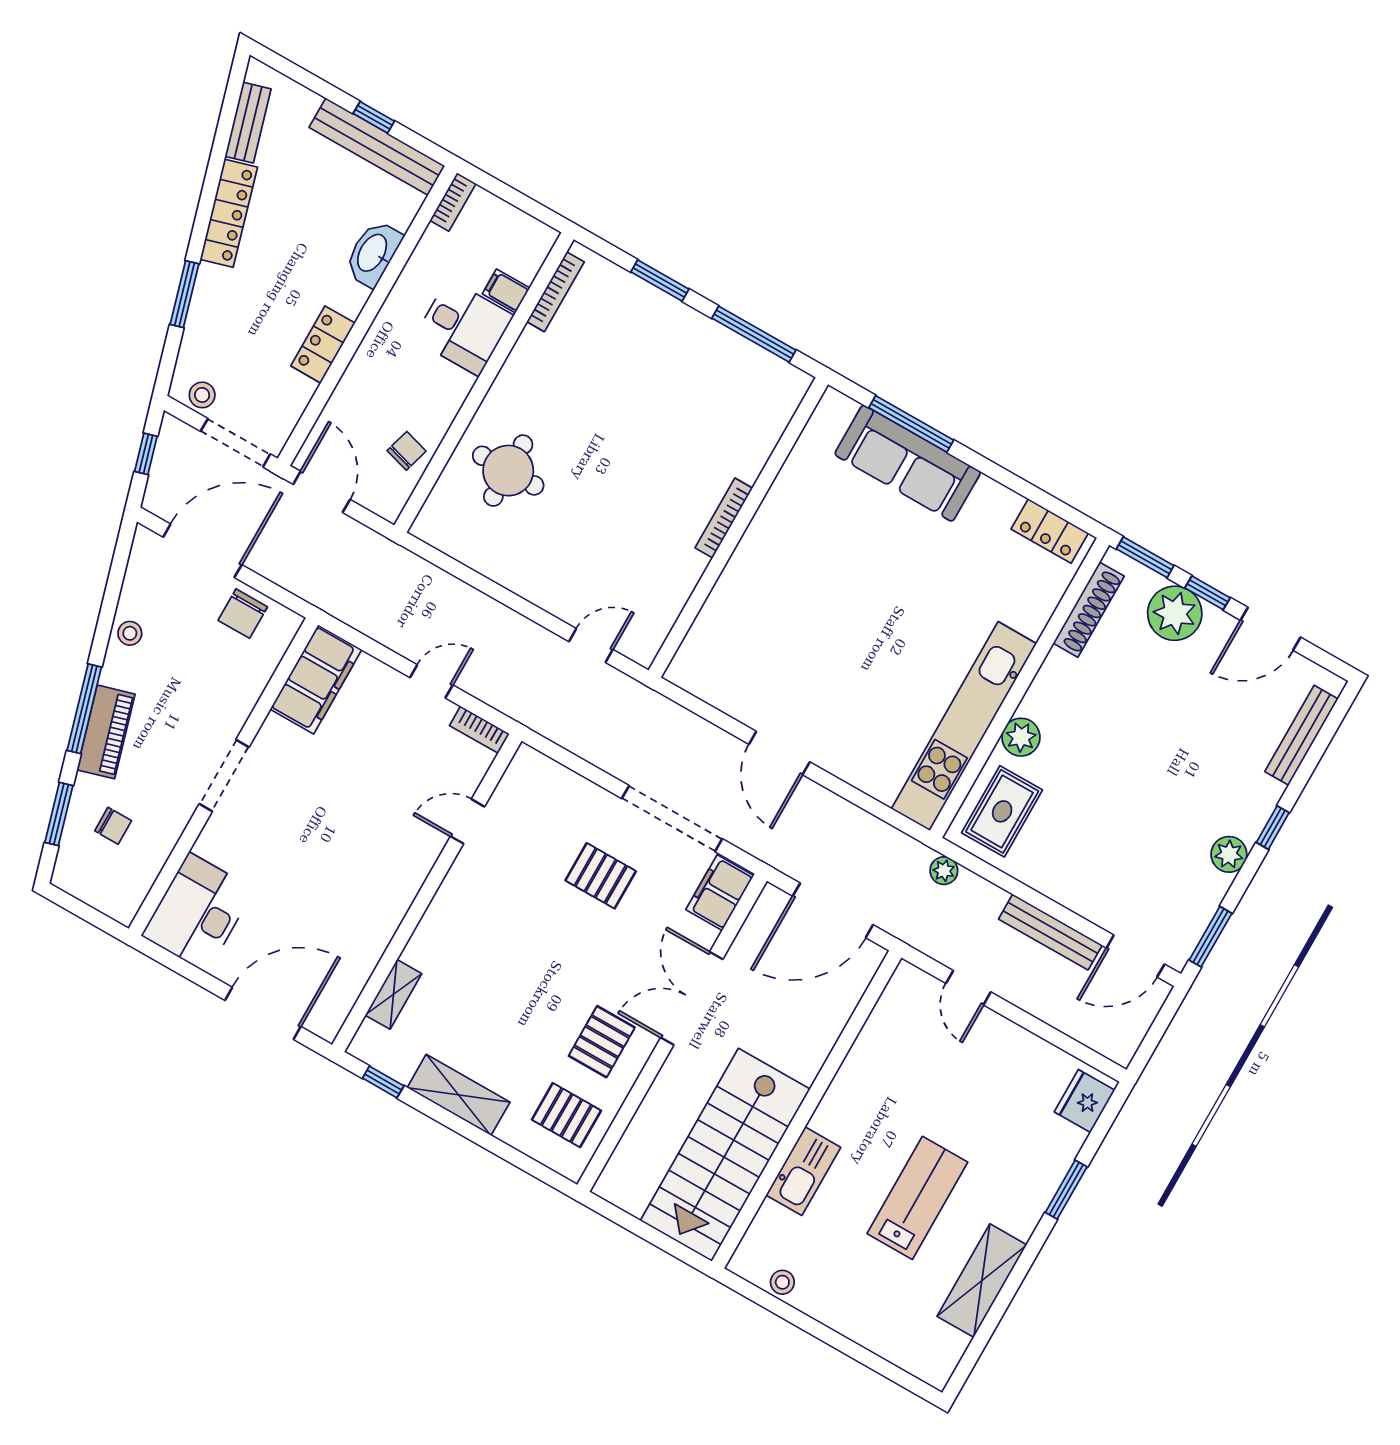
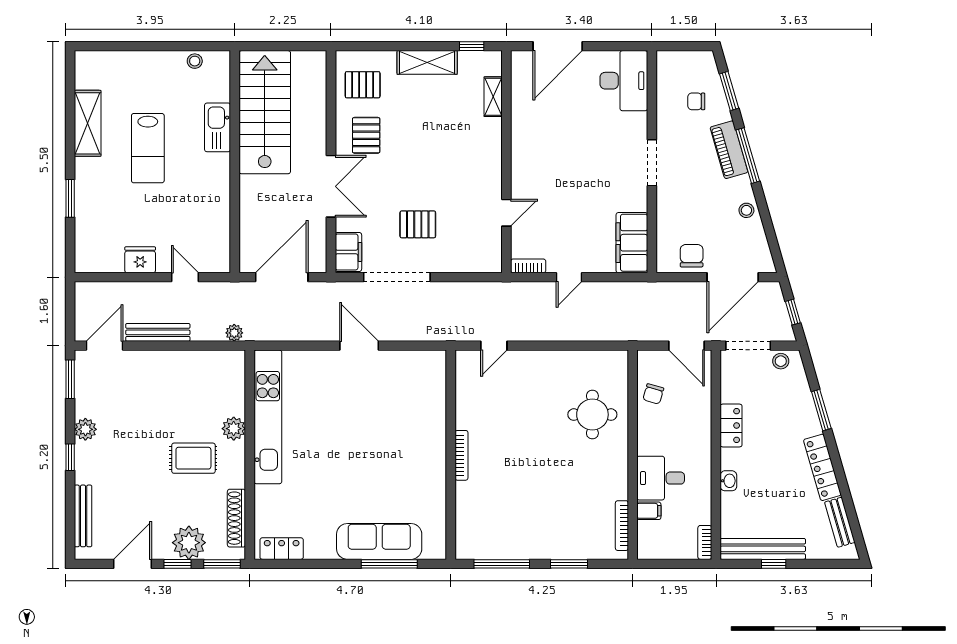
washbasin: (373, 253) -> (728, 481), width x0.52, depth x0.69
rug: (1002, 811) -> (193, 458), moved, turned 90
fridge: (1085, 1101) -> (140, 260), moved, turned -90

